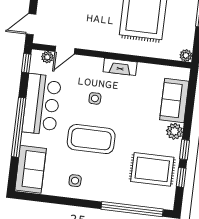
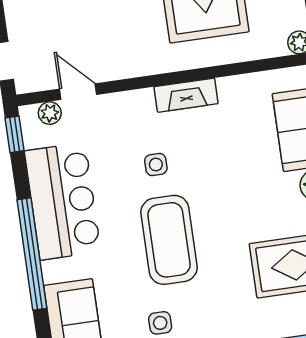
door: (65, 50) -> (78, 92), swing flipped
coffee table: (91, 139) -> (169, 240), turned 90

